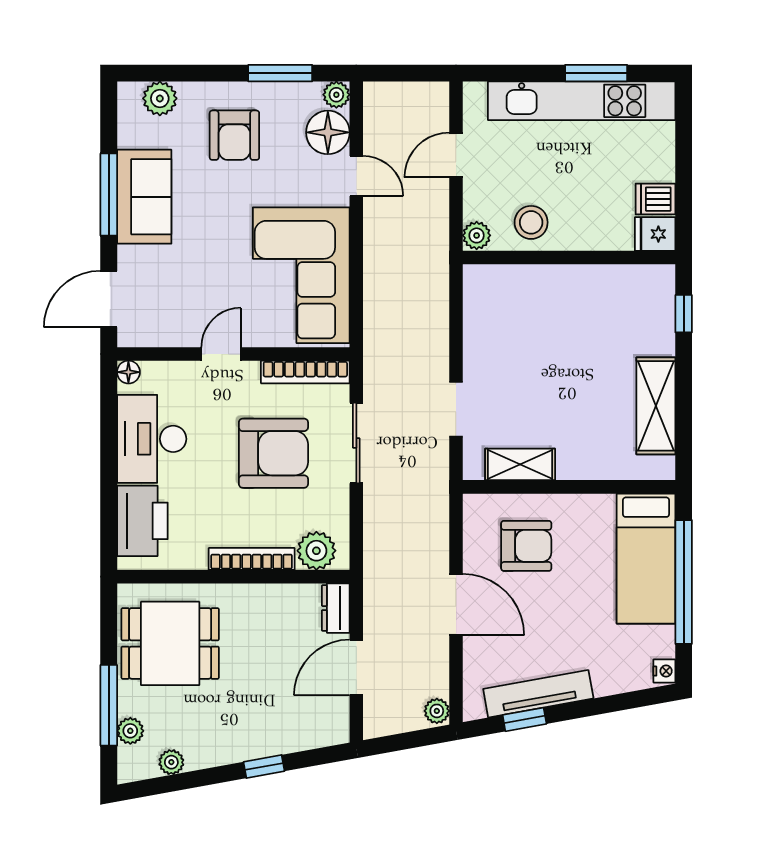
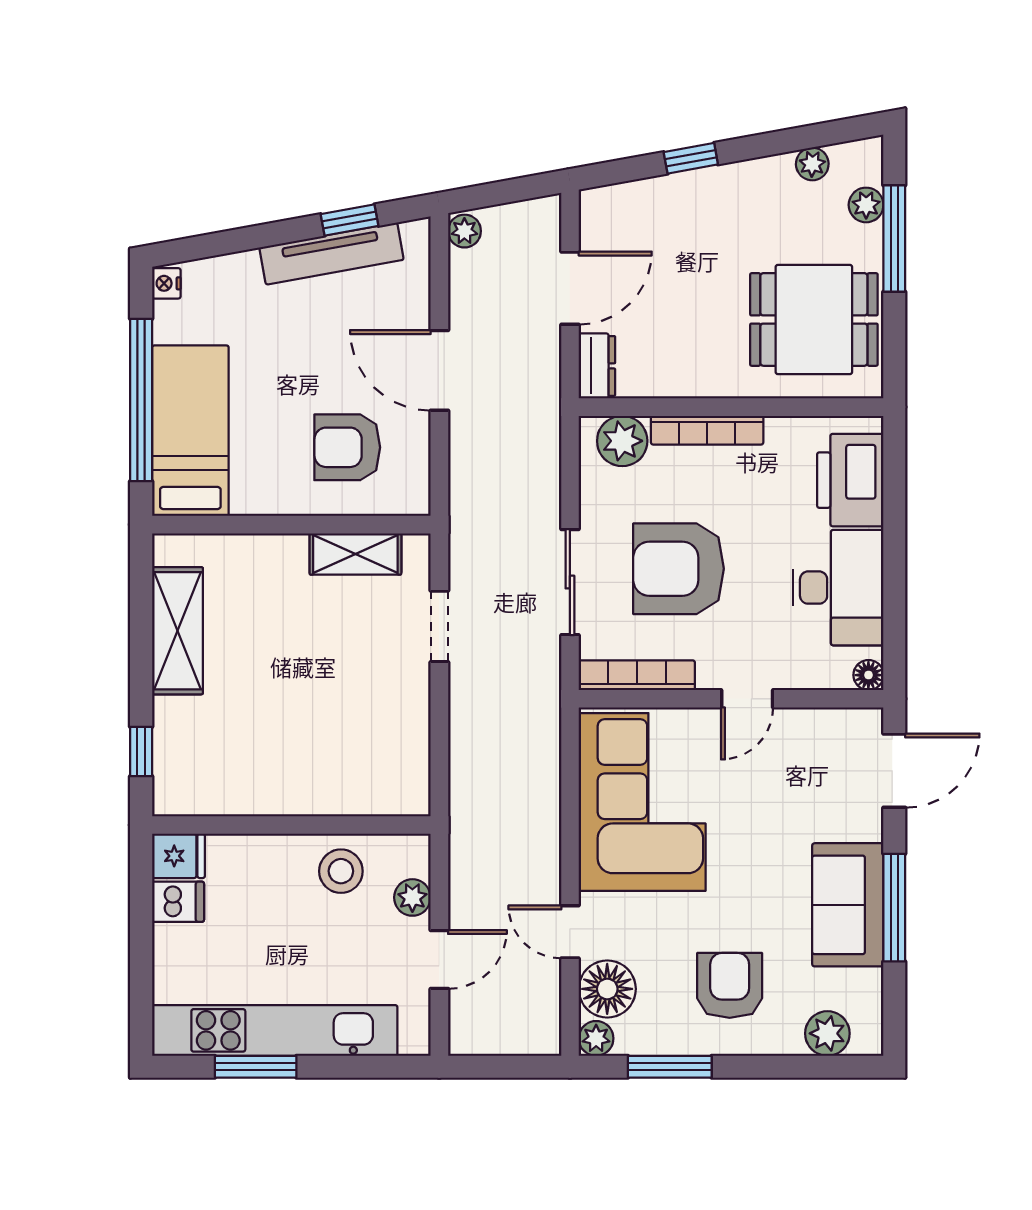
plant: (477, 235) -> (412, 897), moved

